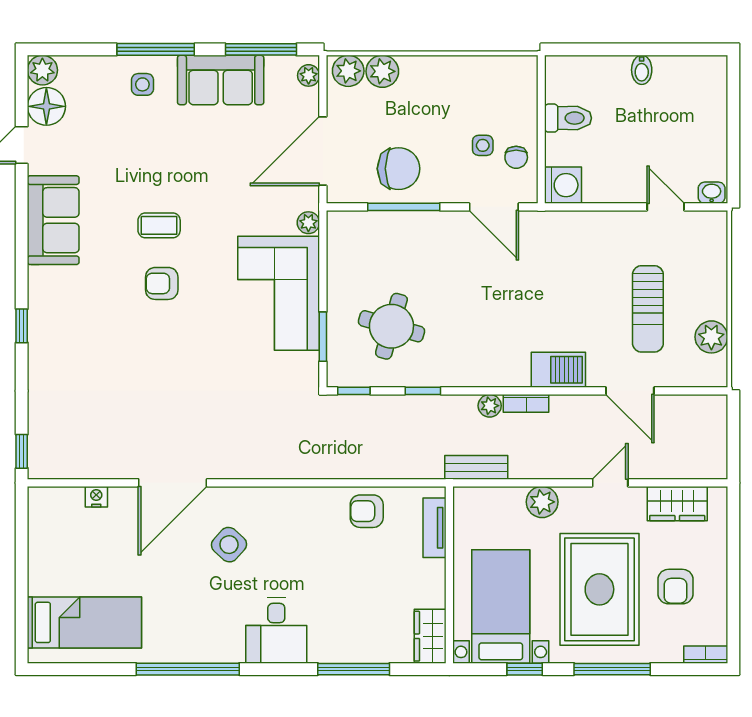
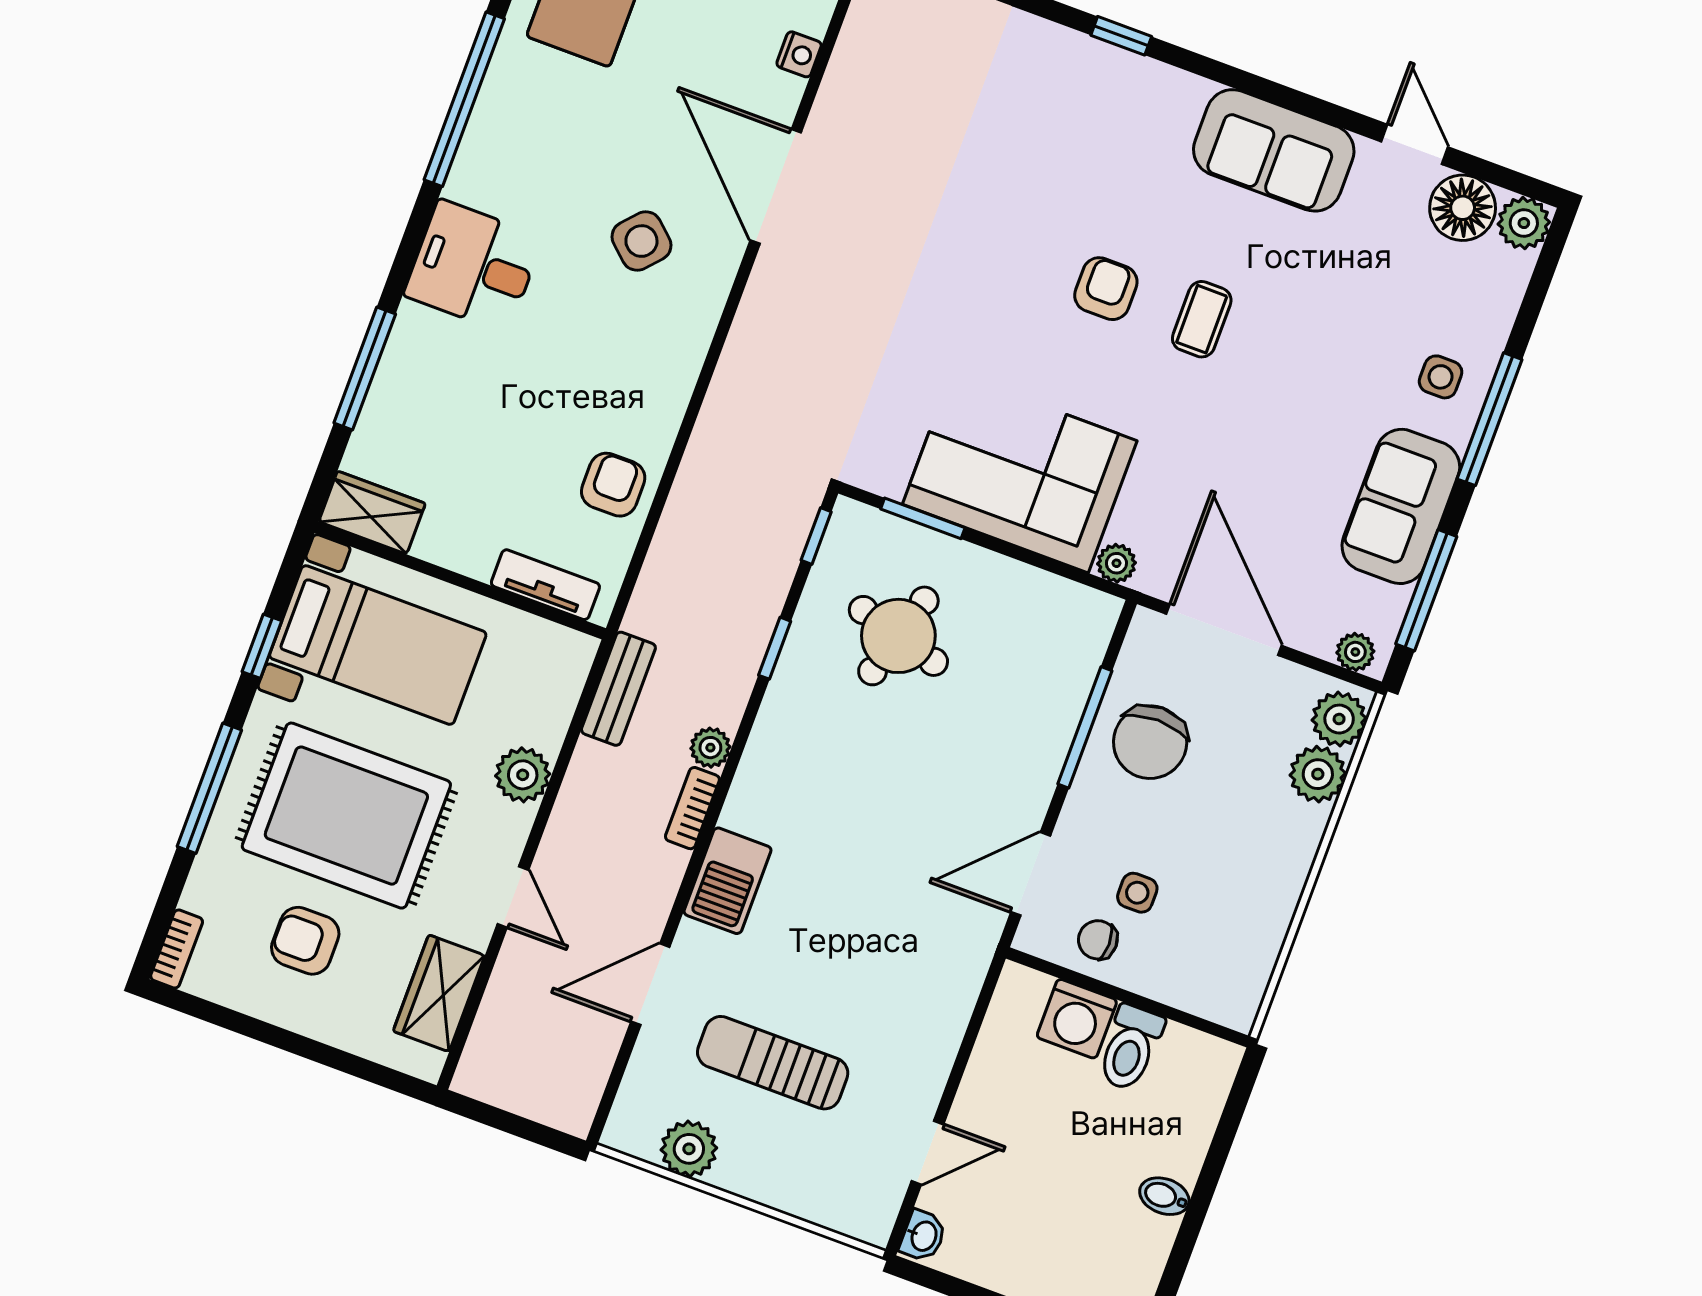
washing machine: (563, 185) -> (1077, 1019), moved

